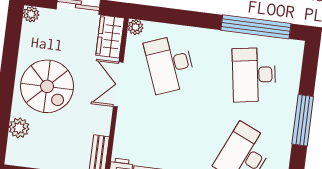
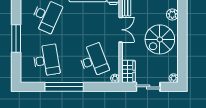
window: (256, 27) -> (64, 87), moved
double door: (118, 84) -> (121, 30), moved
spiral stairs: (47, 86) -> (160, 39), turned -90

